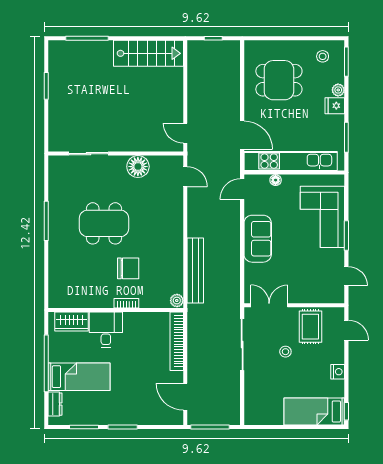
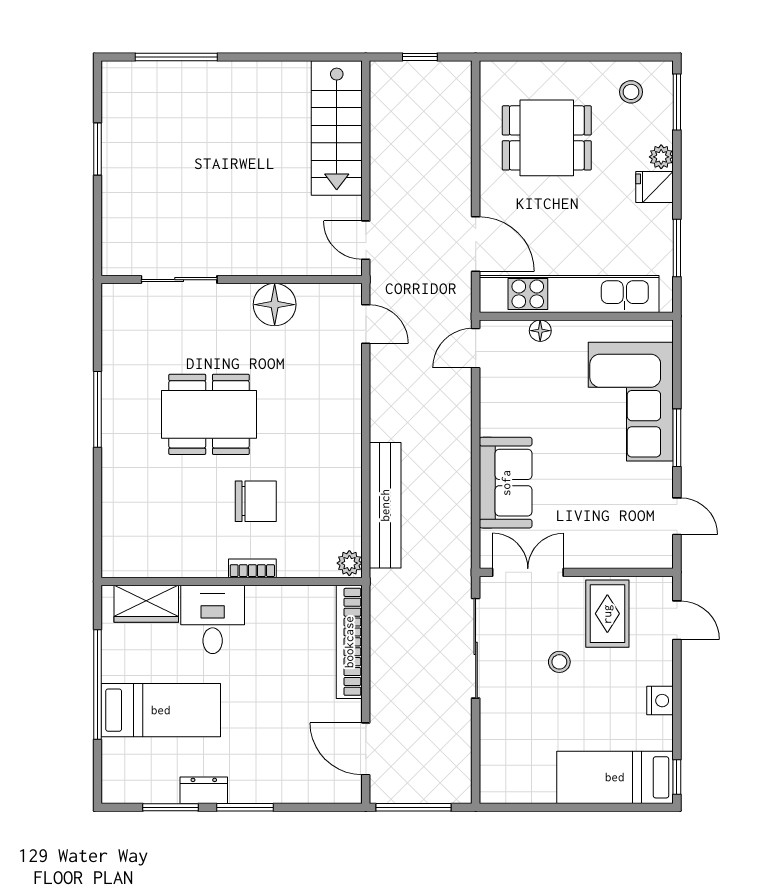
stairs: (148, 53) -> (337, 128), moved, turned 90
sofa: (258, 239) -> (506, 483), moved
dresser: (55, 404) -> (204, 790), moved, turned -90

